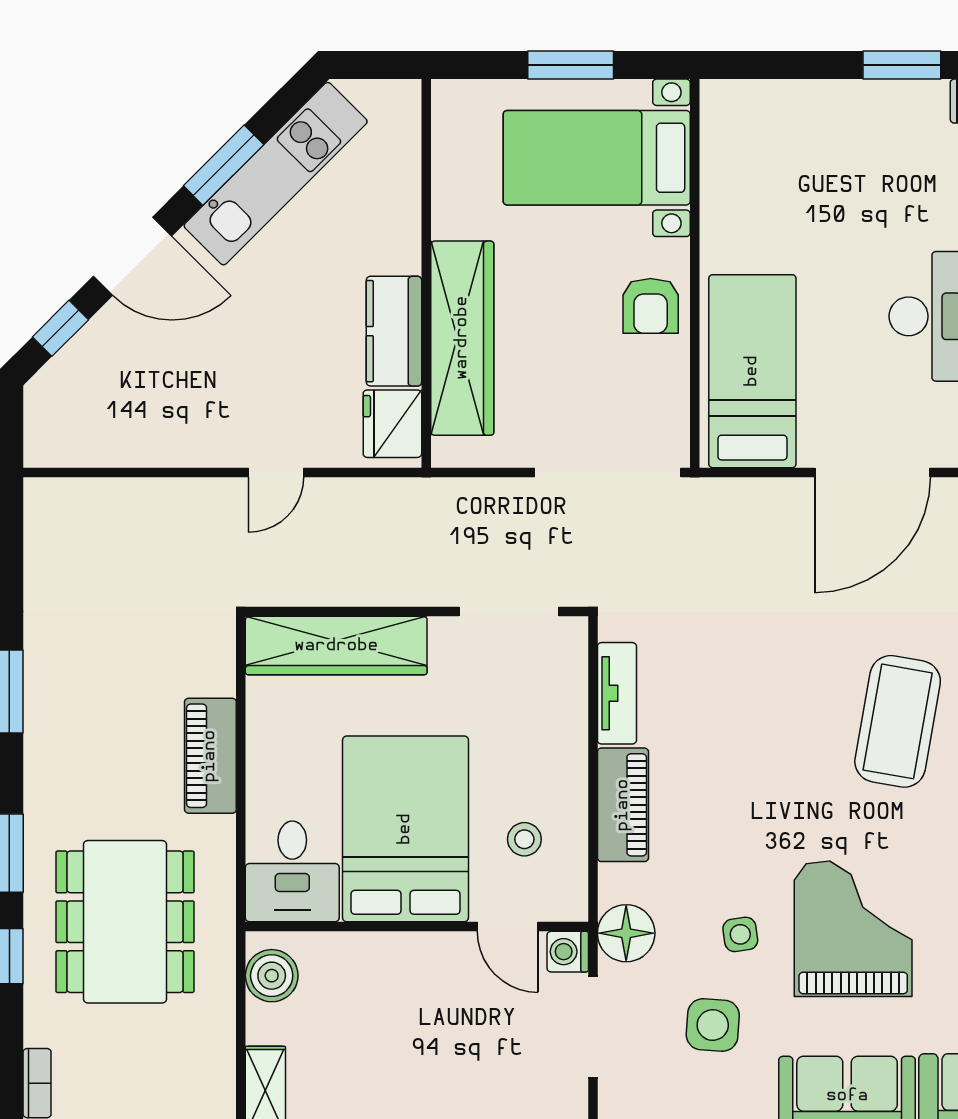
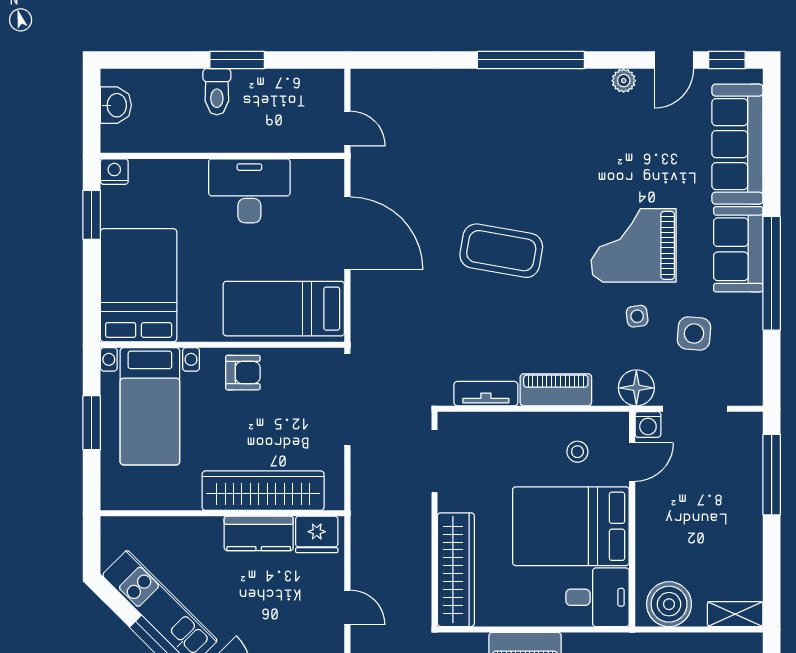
bed: (790, 140) -> (139, 285), added
coffee table: (898, 721) -> (501, 251), moved
boiler: (272, 976) -> (669, 604), width x1.37, depth x1.37

